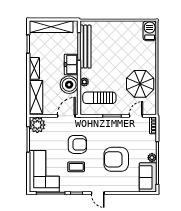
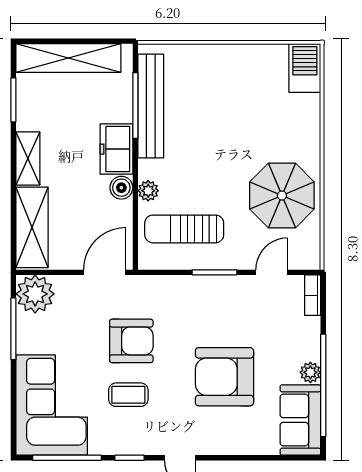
boiler: (69, 85) -> (121, 188), width x0.54, depth x0.54

